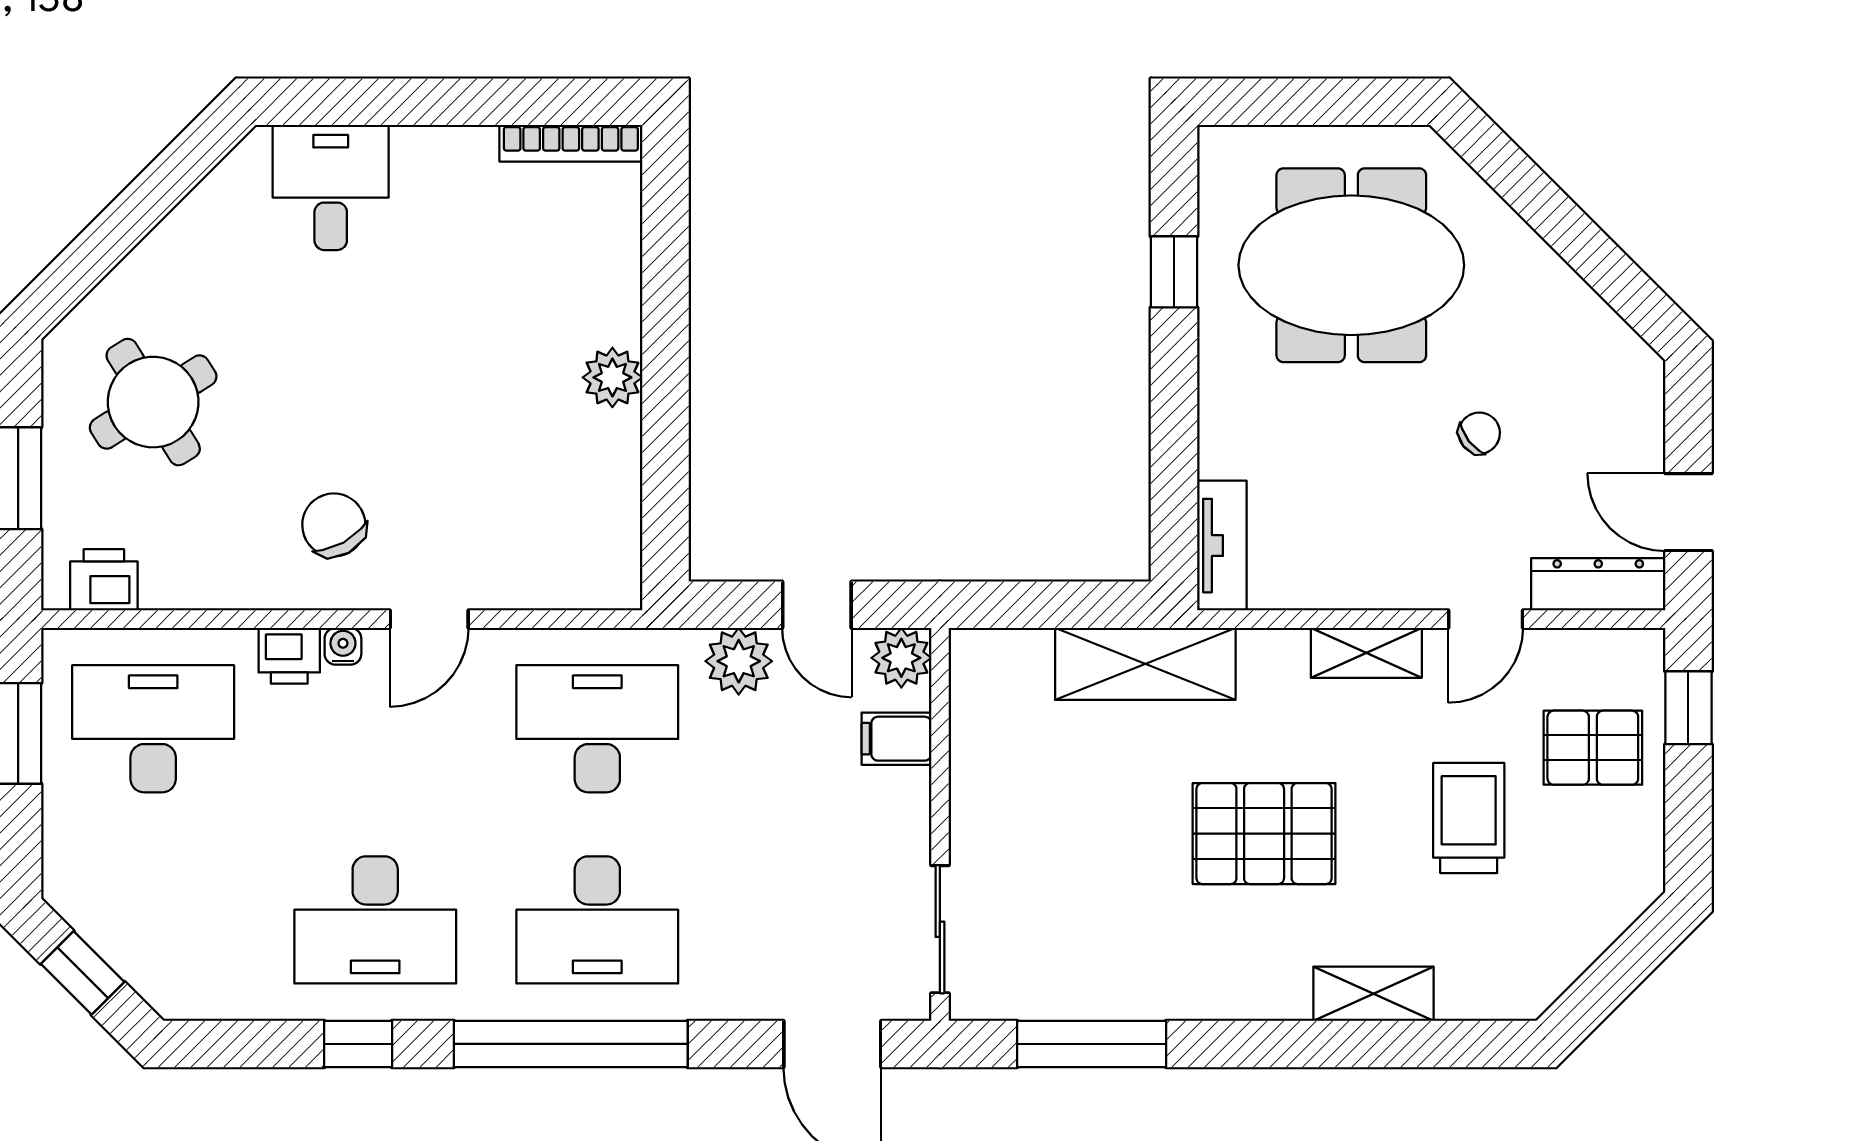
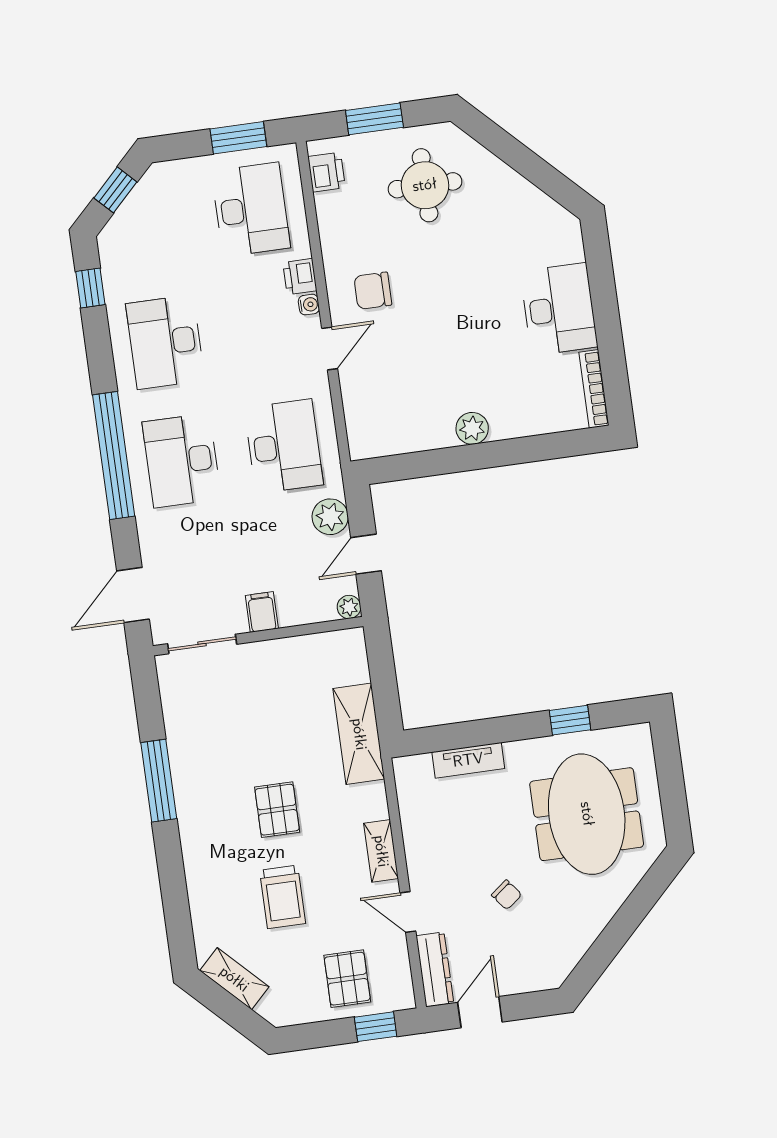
desk: (331, 188) -> (559, 309), moved, width x1.37
round table: (153, 402) -> (425, 185), turned 32
chair: (334, 525) -> (373, 291), turned -151
tv unit: (1222, 546) -> (468, 760), moved
door: (429, 619) -> (330, 348), swing flipped
plant: (901, 658) -> (349, 607), width x0.73, depth x0.73
filing cabinet: (896, 739) -> (262, 612), moved
trolley: (1469, 818) -> (283, 897), moved, turned 90
pallet: (1264, 834) -> (277, 810), width x0.67, depth x0.71
shelving: (1373, 994) -> (234, 979), moved, turned -45
window: (358, 1044) -> (90, 288), moved
window: (1092, 1044) -> (159, 781), moved

